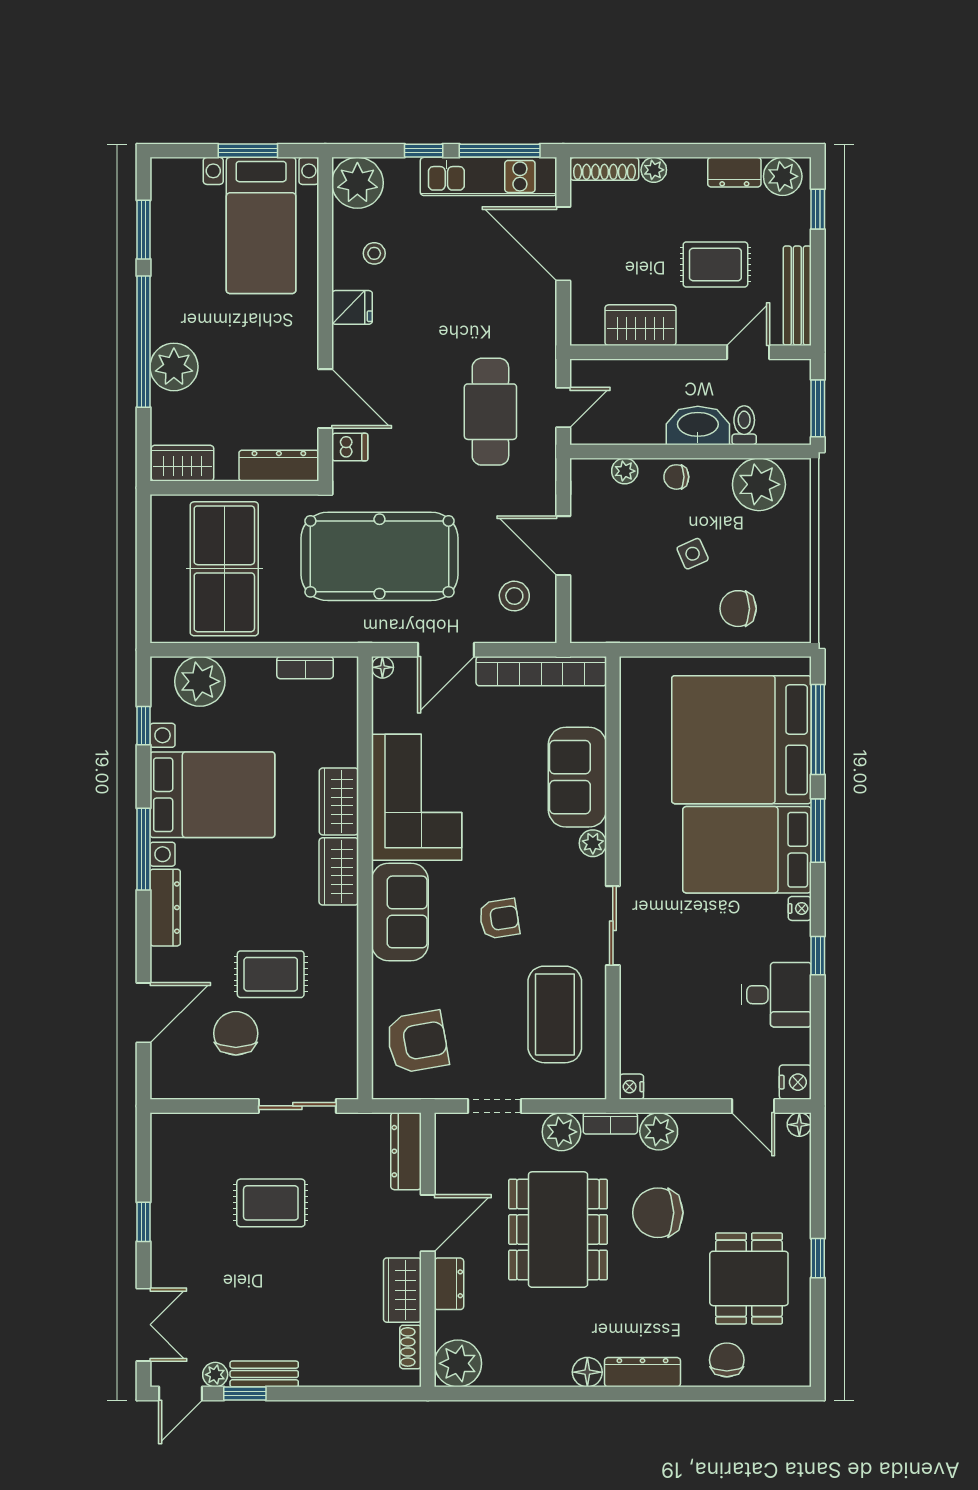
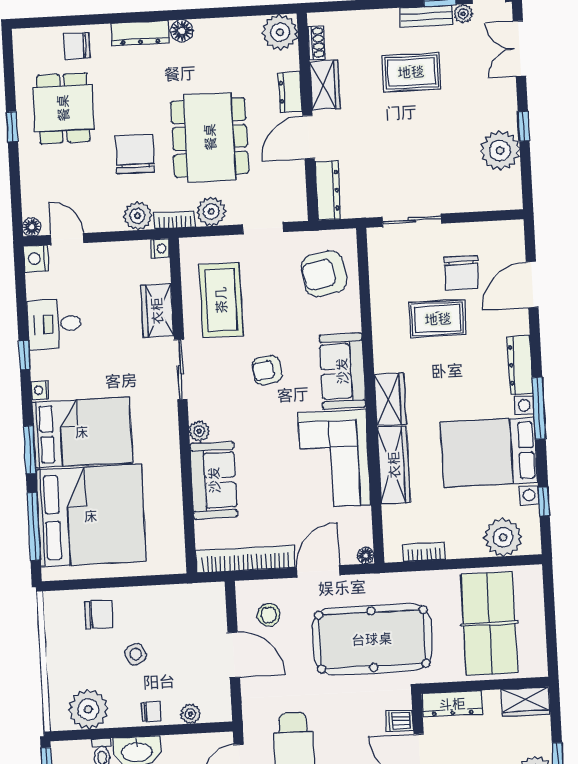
wardrobe: (339, 801) -> (394, 465), width x1.50
wardrobe: (639, 1005) -> (157, 311), added
plant: (176, 1191) -> (500, 151), added
rug: (271, 1203) -> (411, 72), moved
chair: (658, 1213) -> (135, 154), turned -90
chair: (727, 1360) -> (77, 46), turned 90

